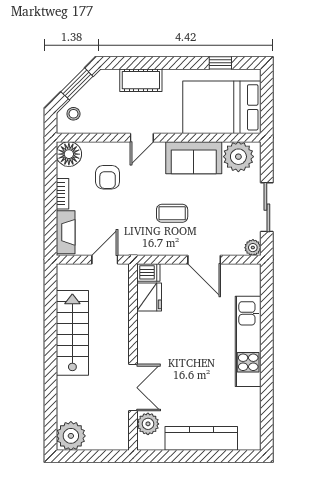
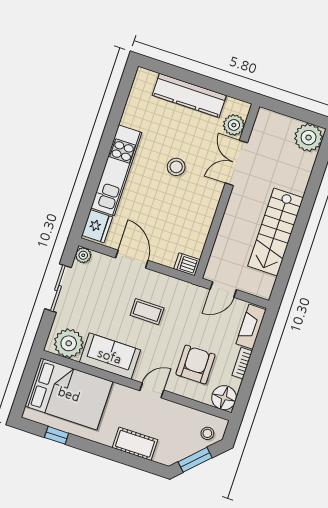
armchair: (108, 177) -> (196, 365), width x1.38, depth x1.38
fridge: (149, 297) -> (97, 226), moved, turned 180
stool: (191, 364) -> (176, 167), added

